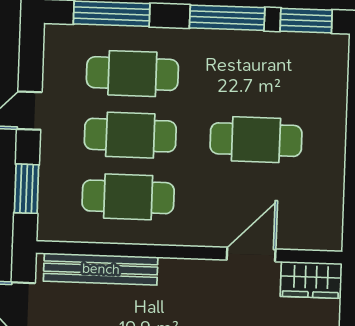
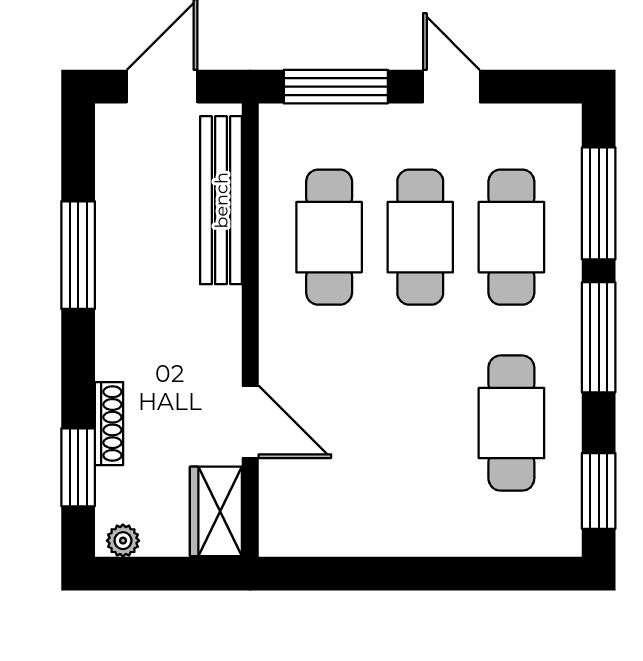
window: (227, 18) -> (599, 337), moved
cafe table: (256, 140) -> (511, 423), moved
window: (27, 189) -> (336, 87), width x1.44

